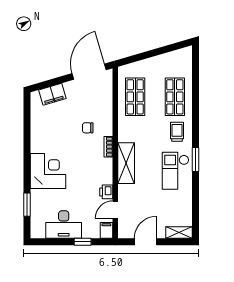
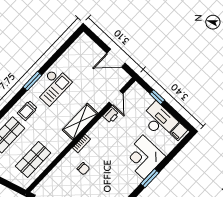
corner desk: (48, 171) -> (144, 157), moved
window: (27, 205) -> (150, 178), moved
door: (115, 210) -> (116, 98), hinge flipped
filing cabinet: (106, 230) -> (179, 132), moved
shelving: (179, 233) -> (88, 44), removed

